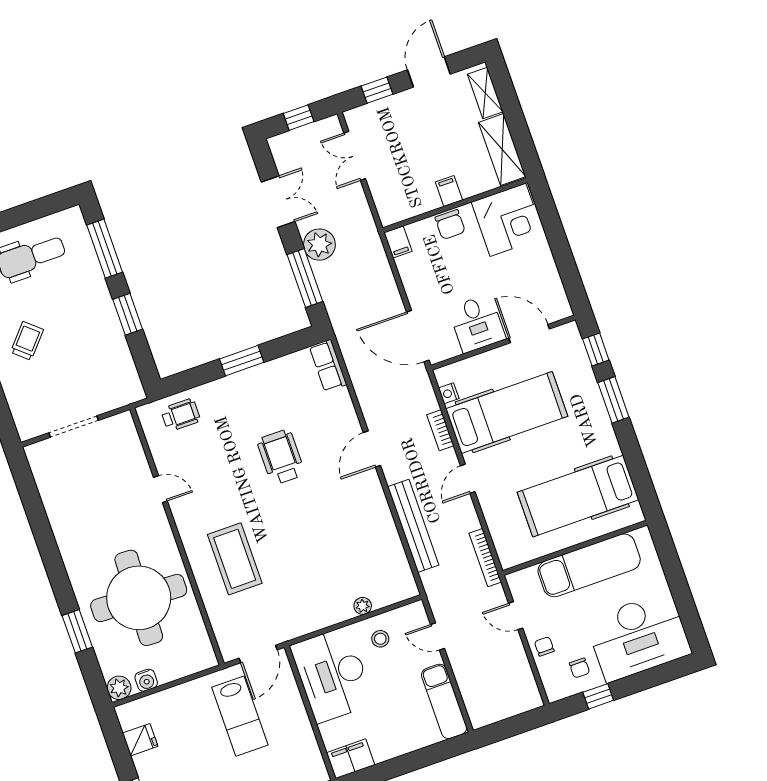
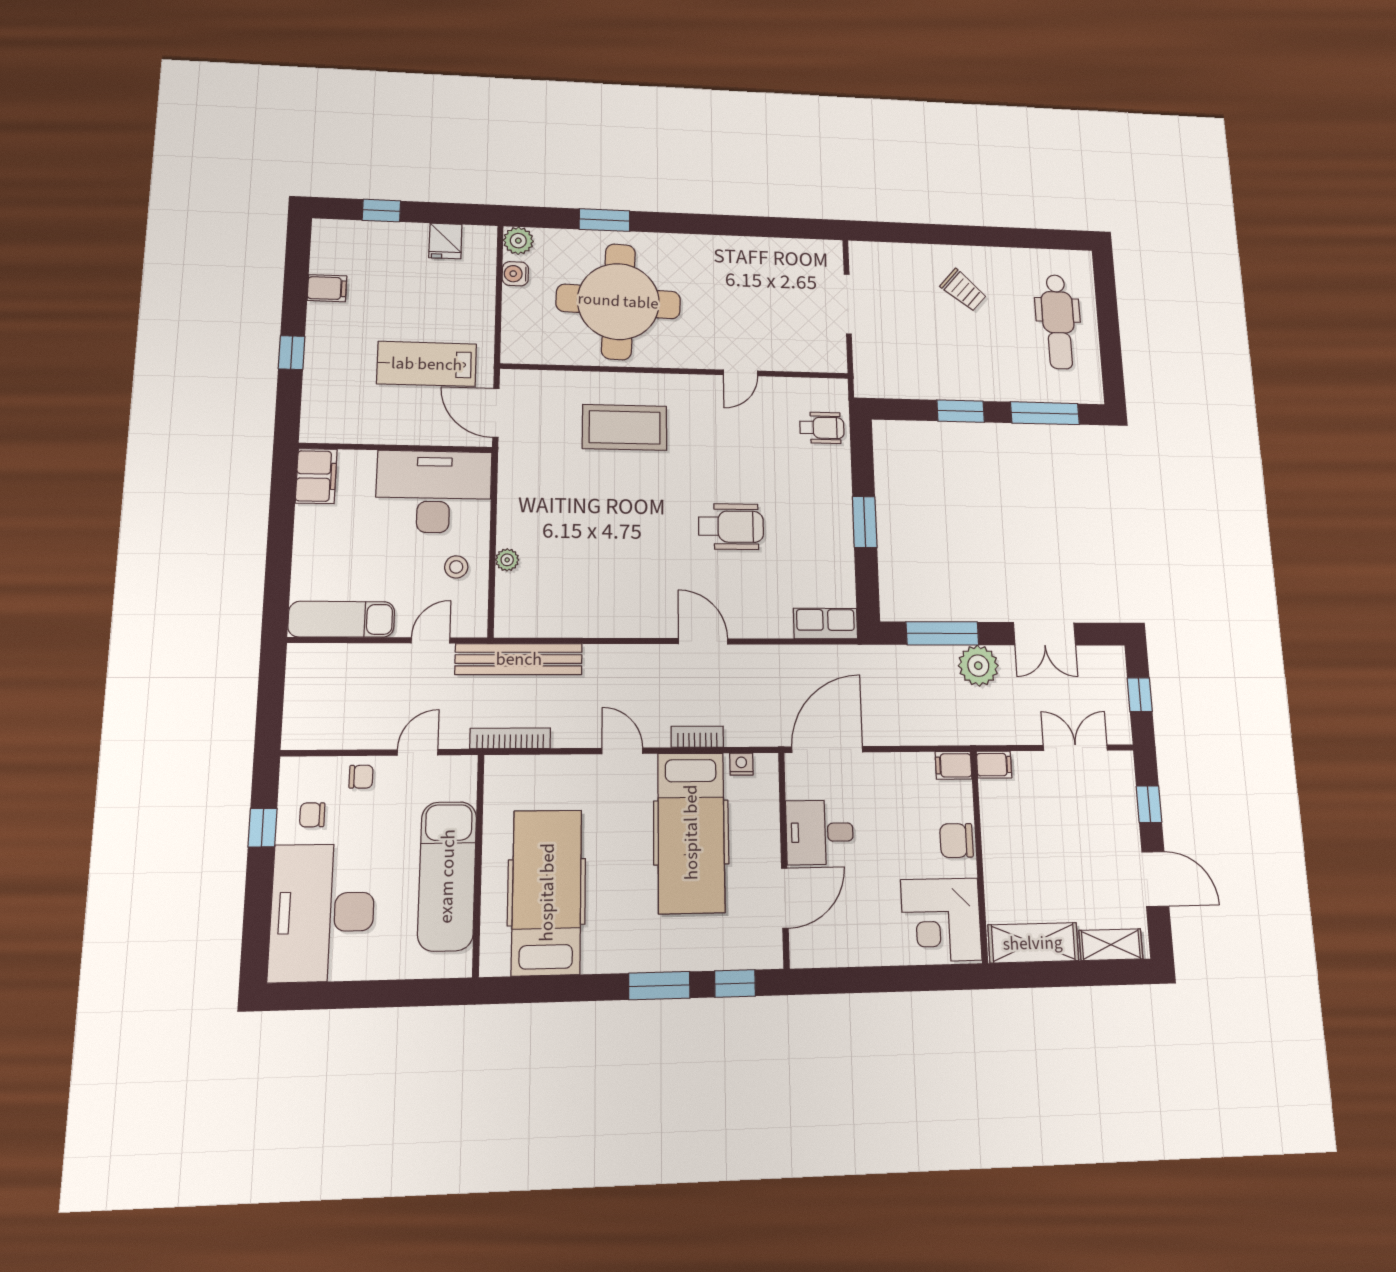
filing cabinet: (449, 191) -> (994, 765), moved
wheelchair: (181, 415) -> (822, 428), turned -90
bench: (413, 526) -> (519, 659), moved

